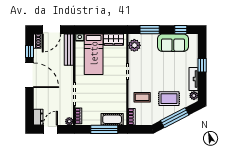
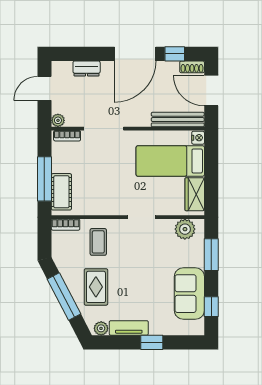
dresser: (38, 117) -> (87, 68), moved
door: (50, 129) -> (44, 88), swing flipped

